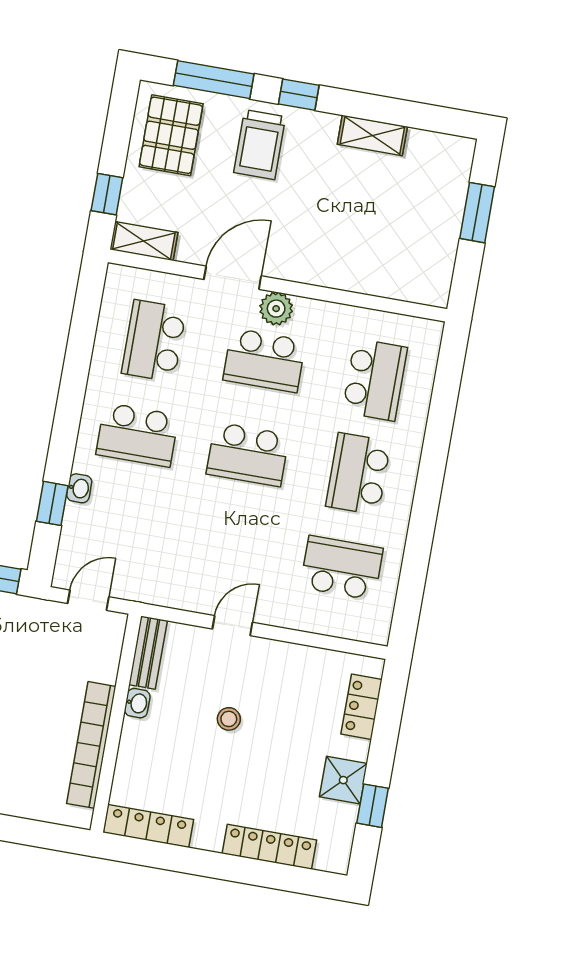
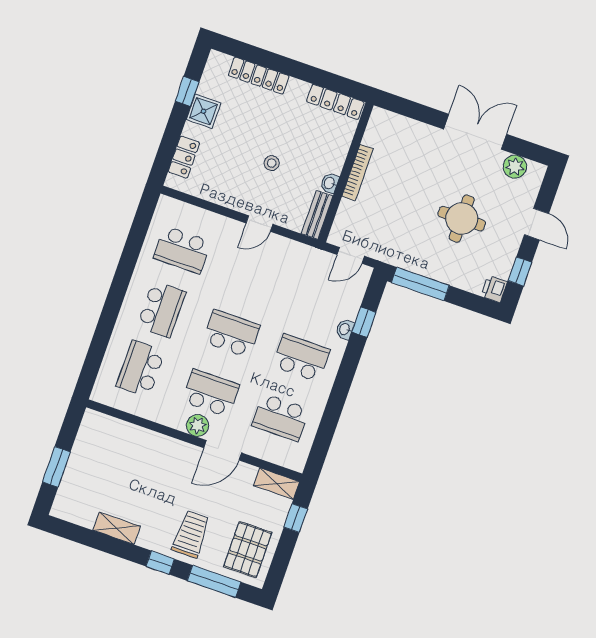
school desk: (154, 341) -> (281, 417), turned 90
bookcase: (91, 745) -> (358, 173), width x0.68, depth x0.76

